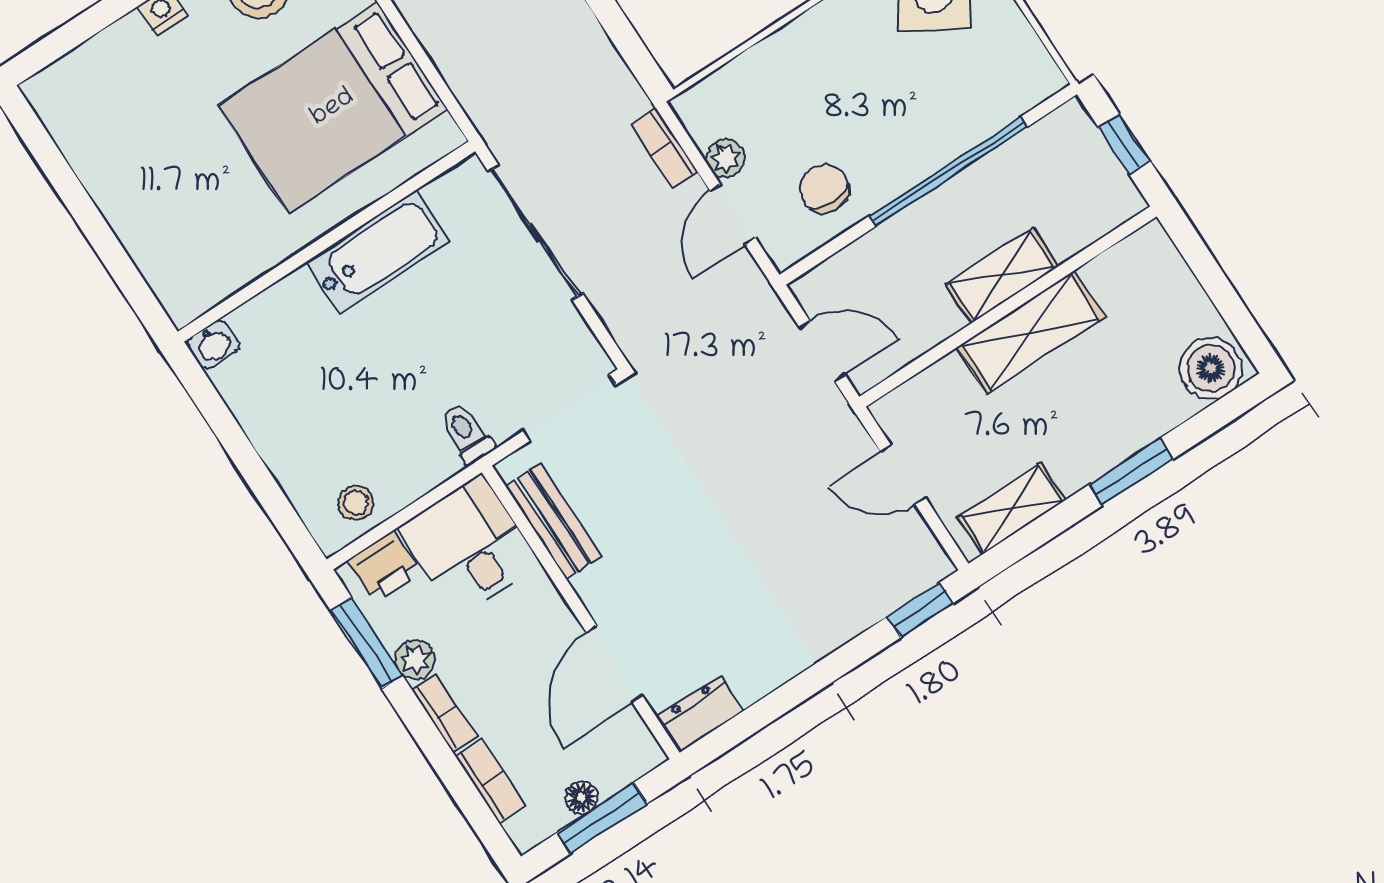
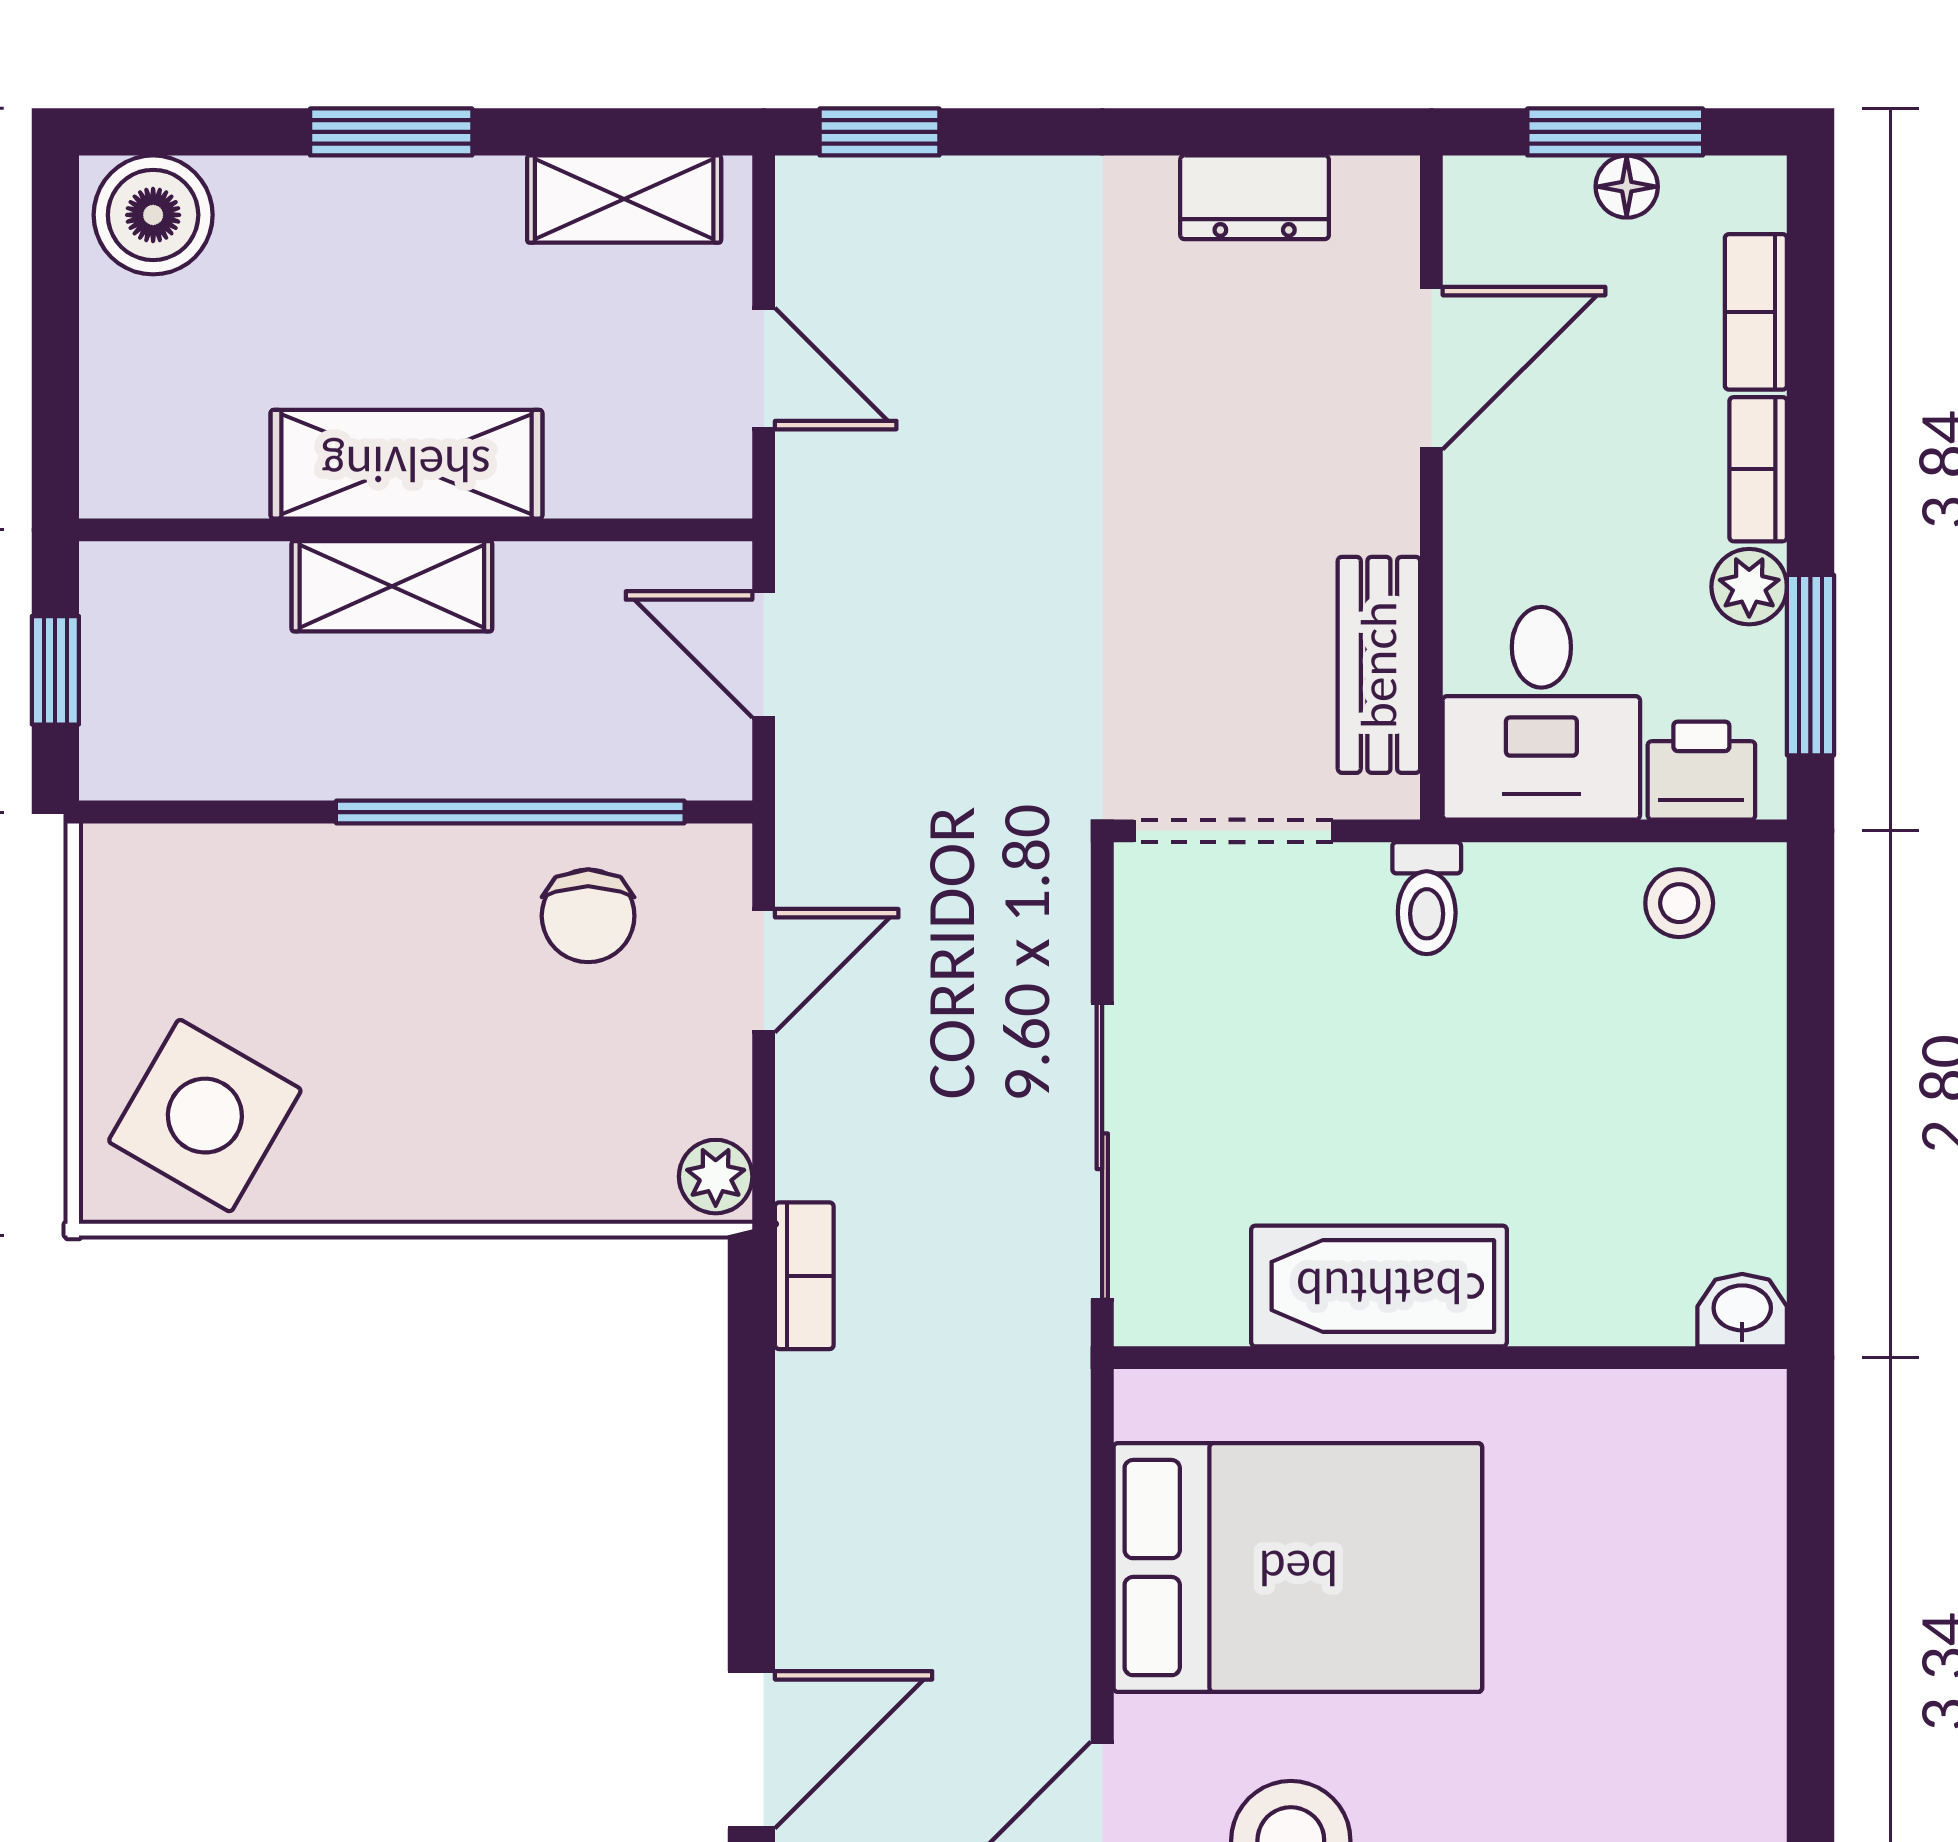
bookcase: (664, 148) -> (804, 1276), moved
plant: (726, 158) -> (716, 1177), moved
window: (949, 171) -> (510, 812), moved
dresser: (700, 714) -> (1255, 197), moved

